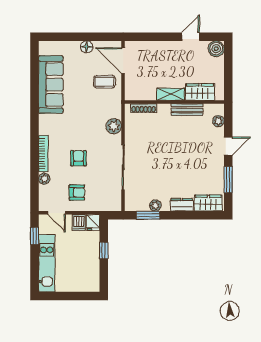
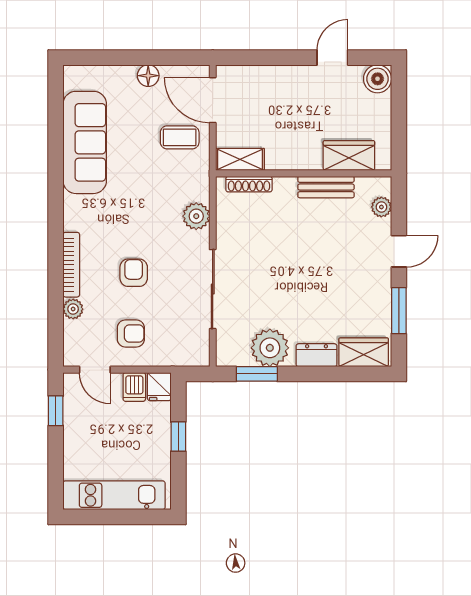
shelving: (171, 94) -> (240, 159), moved
plant: (155, 206) -> (270, 348), width x1.88, depth x1.88
kitchen unit: (47, 263) -> (114, 495), moved, turned -90

